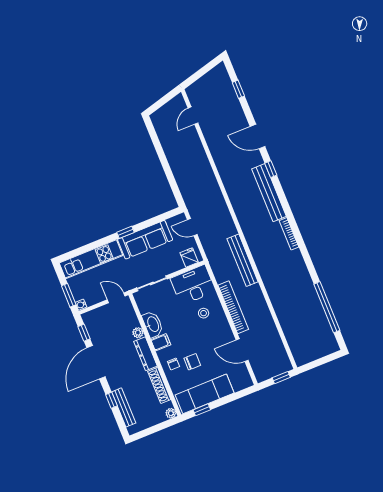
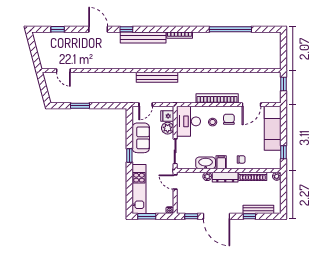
door: (257, 136) -> (98, 29), swing flipped
window: (160, 151) -> (80, 106), added
sofa: (145, 240) -> (141, 138), width x0.73
bench: (243, 260) -> (157, 77), moved
plant: (175, 264) -> (168, 128), added
window: (69, 295) -> (147, 216), moved
door: (116, 298) -> (175, 182), hinge flipped
window: (327, 307) -> (230, 29), moved
chair: (192, 362) -> (229, 119), moved
exam couch: (205, 394) -> (273, 128), moved

